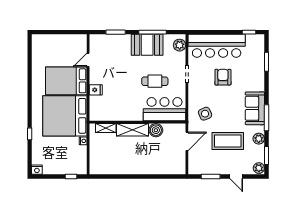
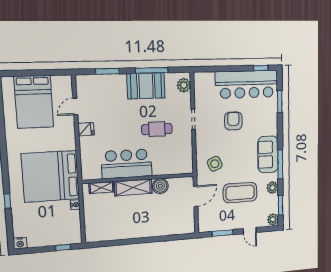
bar counter: (217, 46) -> (247, 84), moved
bed: (66, 81) -> (34, 102), moved, turned -90
fridge: (96, 90) -> (86, 129), moved
bar counter: (164, 109) -> (127, 164), moved

